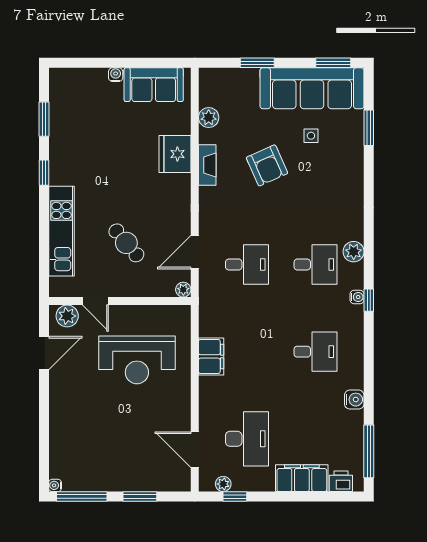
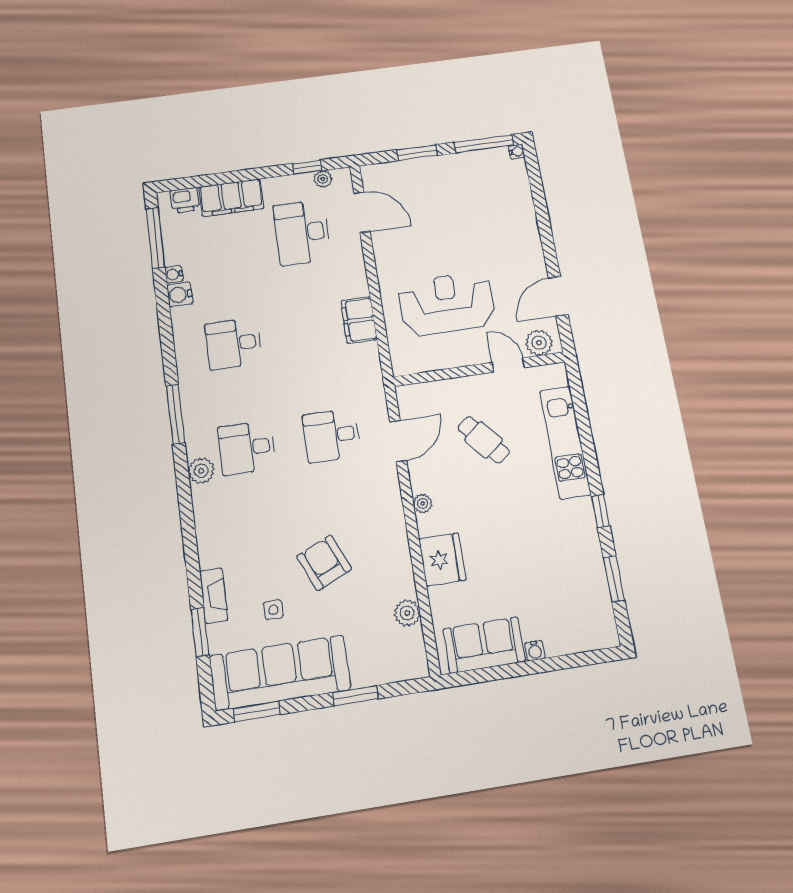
fireplace: (207, 165) -> (214, 596), moved, turned 180
plant: (183, 290) -> (423, 503), moved
water cooler: (357, 297) -> (174, 274), moved
window: (369, 300) -> (175, 414), width x2.17

